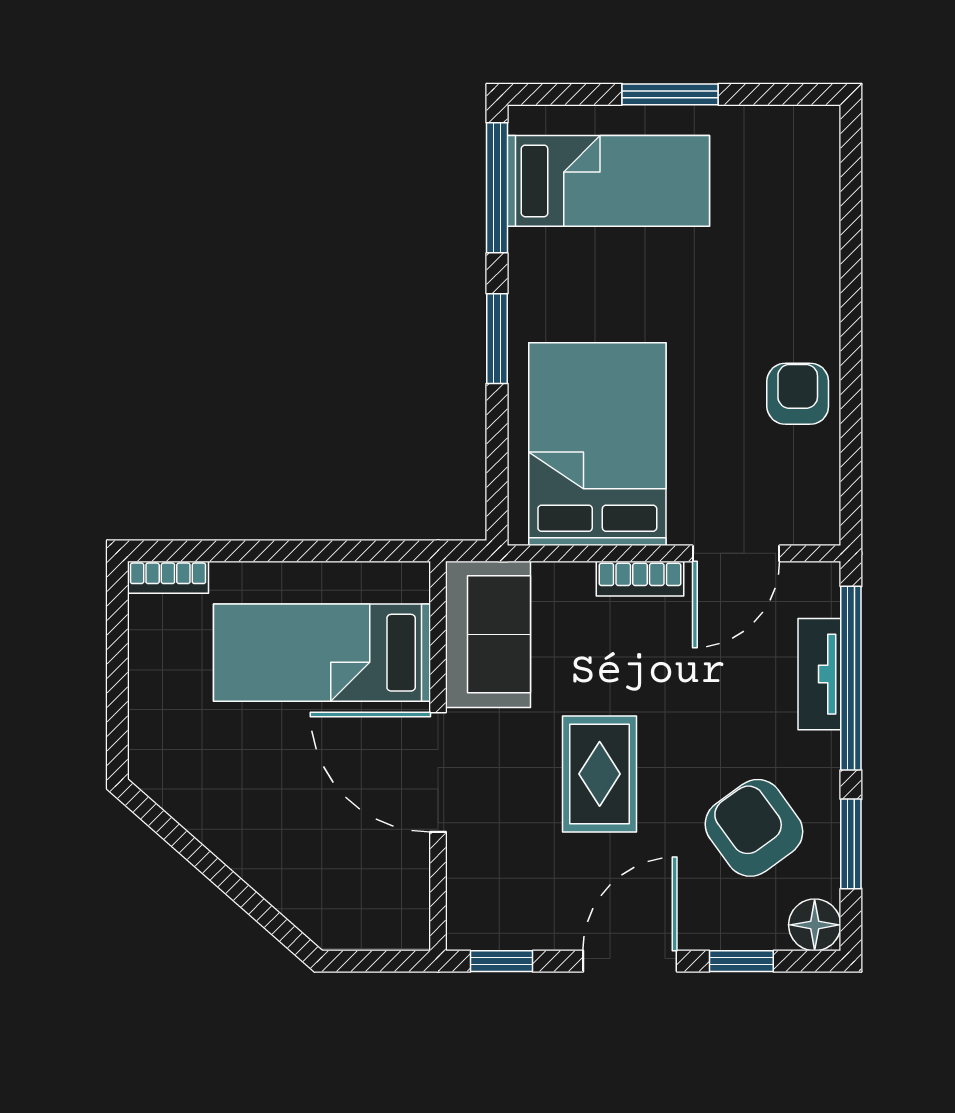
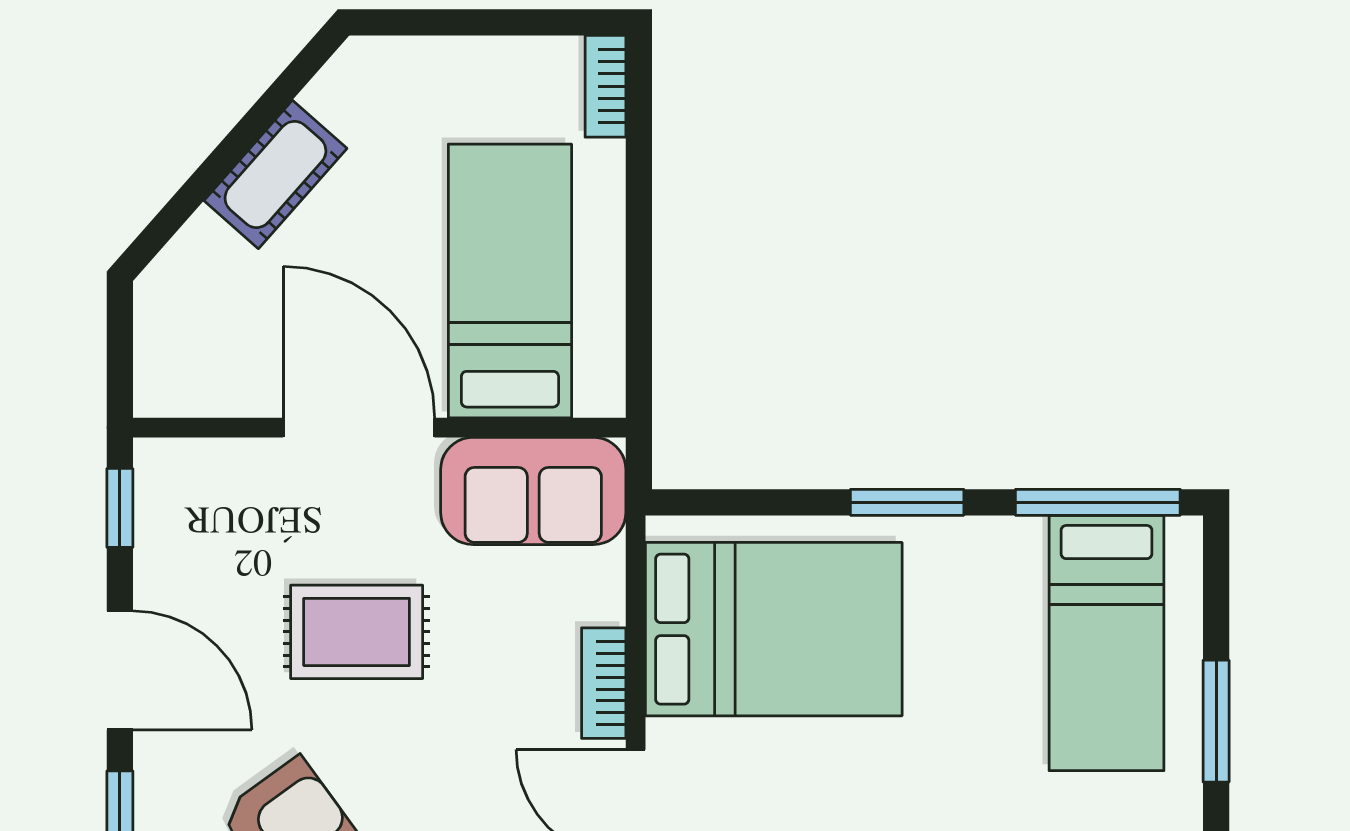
door: (438, 772) -> (359, 428), hinge flipped
cot: (238, 838) -> (275, 174), added

